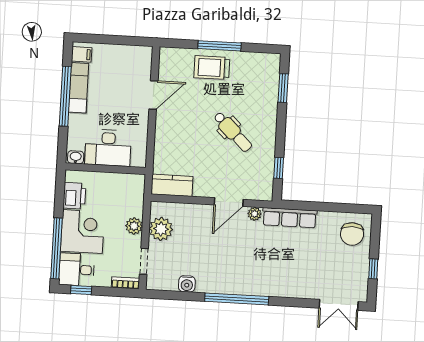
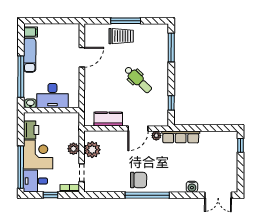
trolley: (212, 68) -> (121, 36), turned 180
window: (283, 88) -> (171, 47), width x1.44
window: (65, 96) -> (21, 77), moved
kitchen counter: (172, 185) -> (108, 119), moved
chair: (352, 234) -> (139, 180), moved, turned -90
window: (373, 269) -> (241, 145), moved
water cooler: (187, 284) -> (192, 187), moved
window: (81, 290) -> (50, 195), moved

